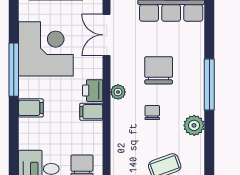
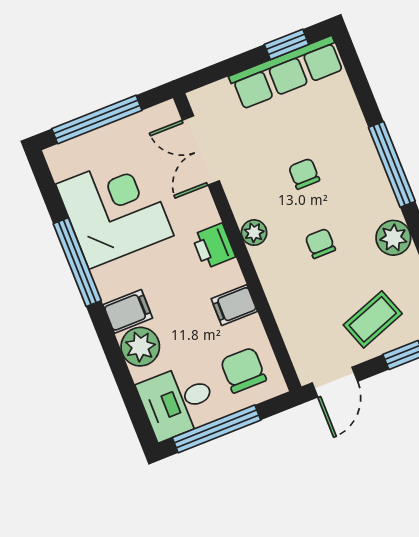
chair: (159, 70) -> (304, 174), width x0.54, depth x0.54
filing cabinet: (91, 112) -> (234, 305), moved
plant: (30, 130) -> (140, 347), added

